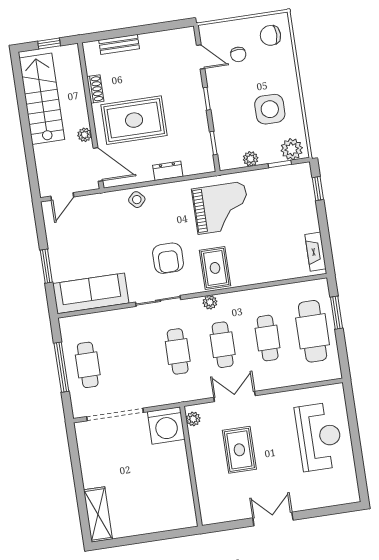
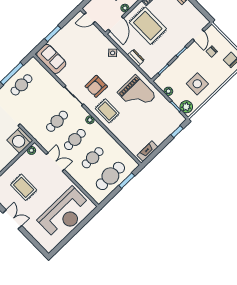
rug: (215, 268) -> (107, 111), turned 90
sofa: (91, 293) -> (51, 59), width x0.73
reception desk: (319, 437) -> (65, 213), width x1.36, depth x1.30
rug: (239, 450) -> (24, 187), moved, turned 90

